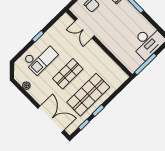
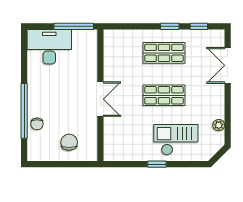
double door: (85, 28) -> (100, 99), moved
shop shelf: (88, 95) -> (164, 53), width x0.70, depth x0.74
double door: (51, 119) -> (228, 65), width x0.73

